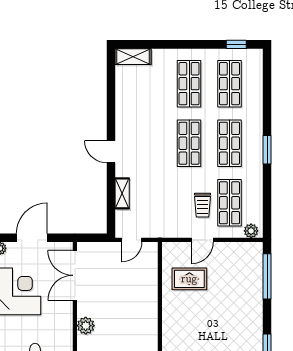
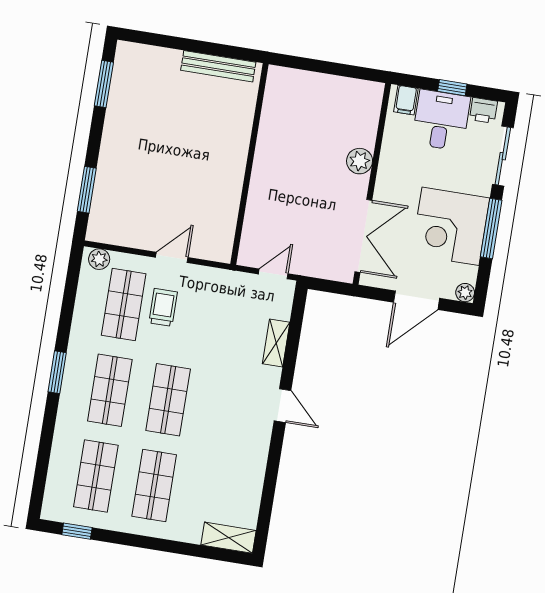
window: (267, 276) -> (87, 190), width x0.69
rug: (189, 279) -> (199, 204), removed

